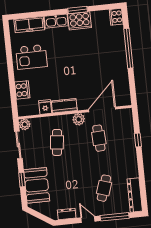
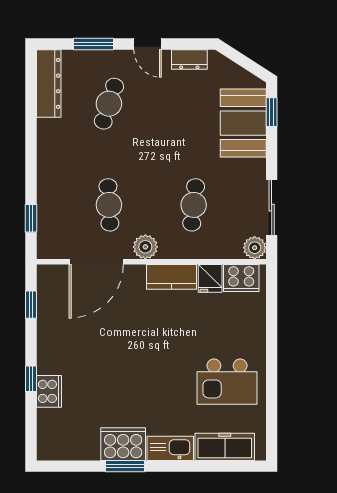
cooker: (116, 17) -> (49, 391), moved
window: (128, 48) -> (31, 379), width x0.32
kitchen island: (32, 57) -> (227, 382), turned 180
window: (132, 85) -> (31, 305), added
cooker: (22, 90) -> (241, 278), moved, turned -90
window: (138, 140) -> (31, 218), moved
window: (22, 180) -> (272, 112), moved
window: (115, 217) -> (93, 44), width x0.69

